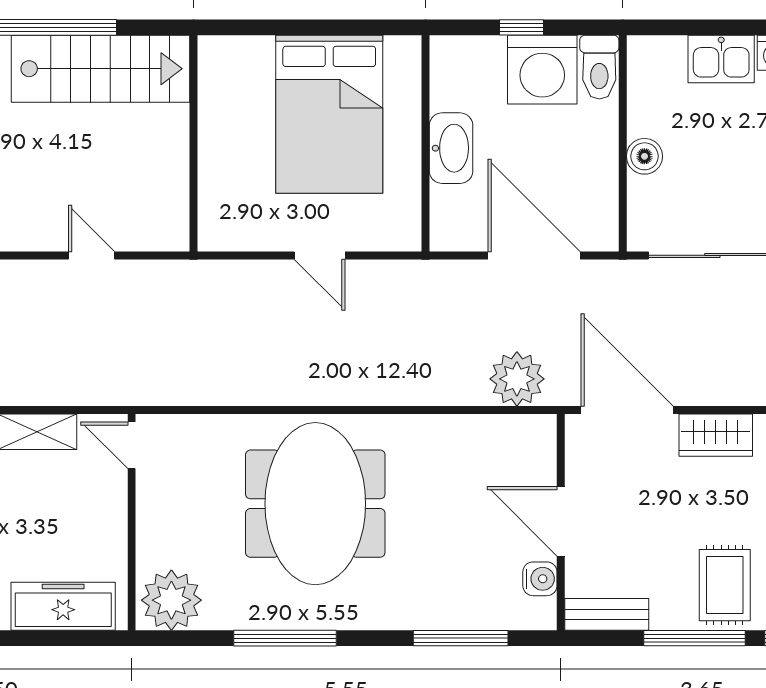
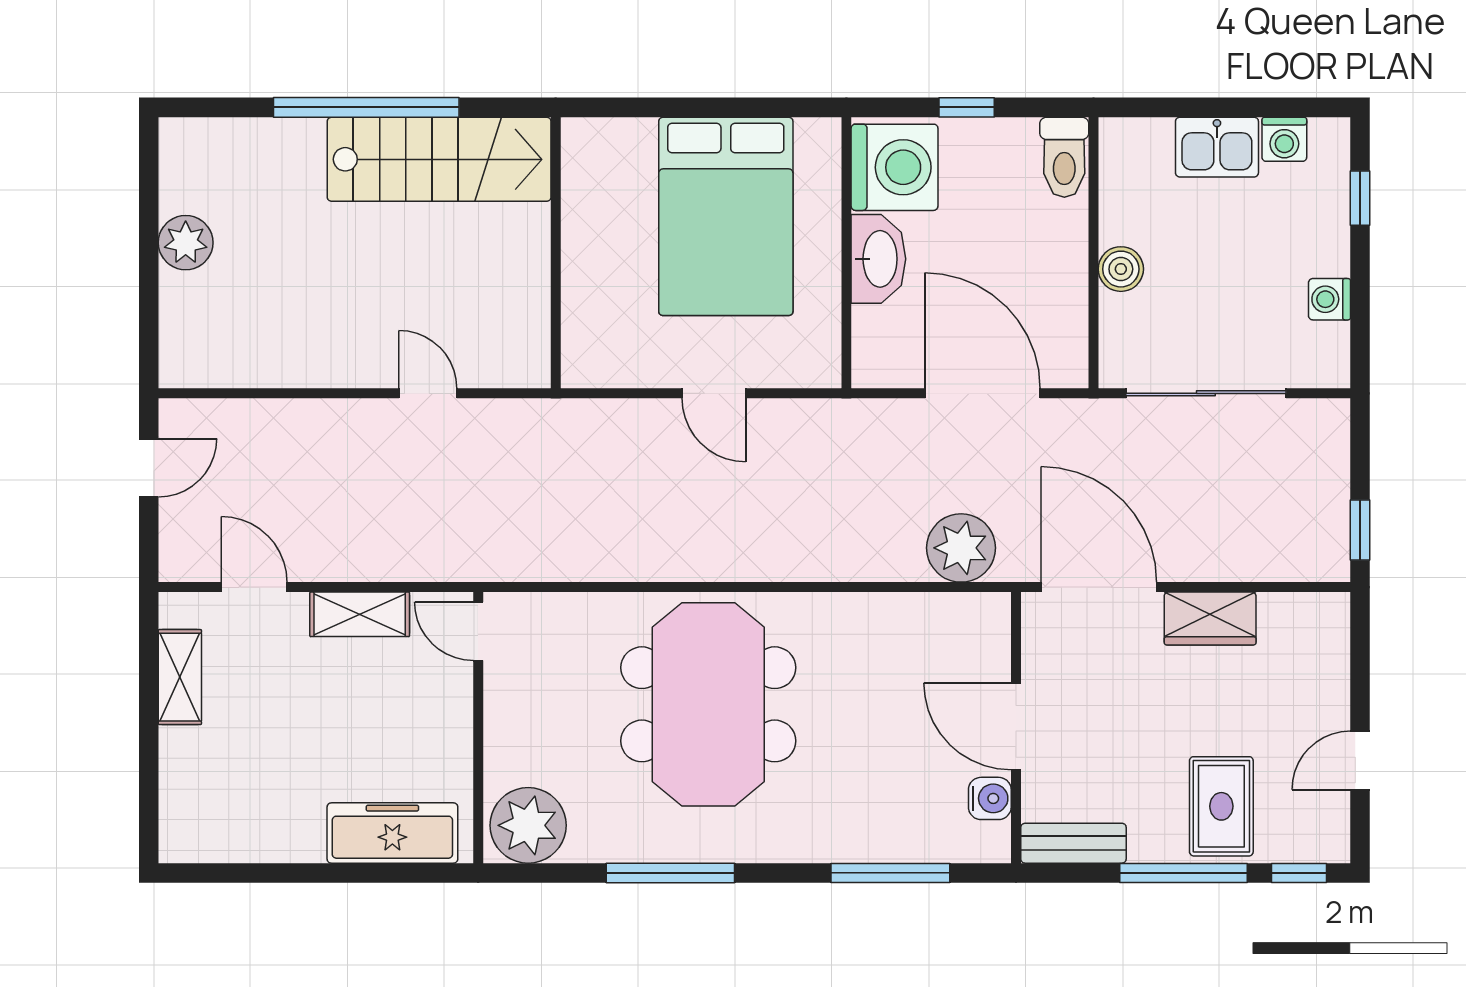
washing machine: (542, 70) -> (895, 167), moved, turned -90

